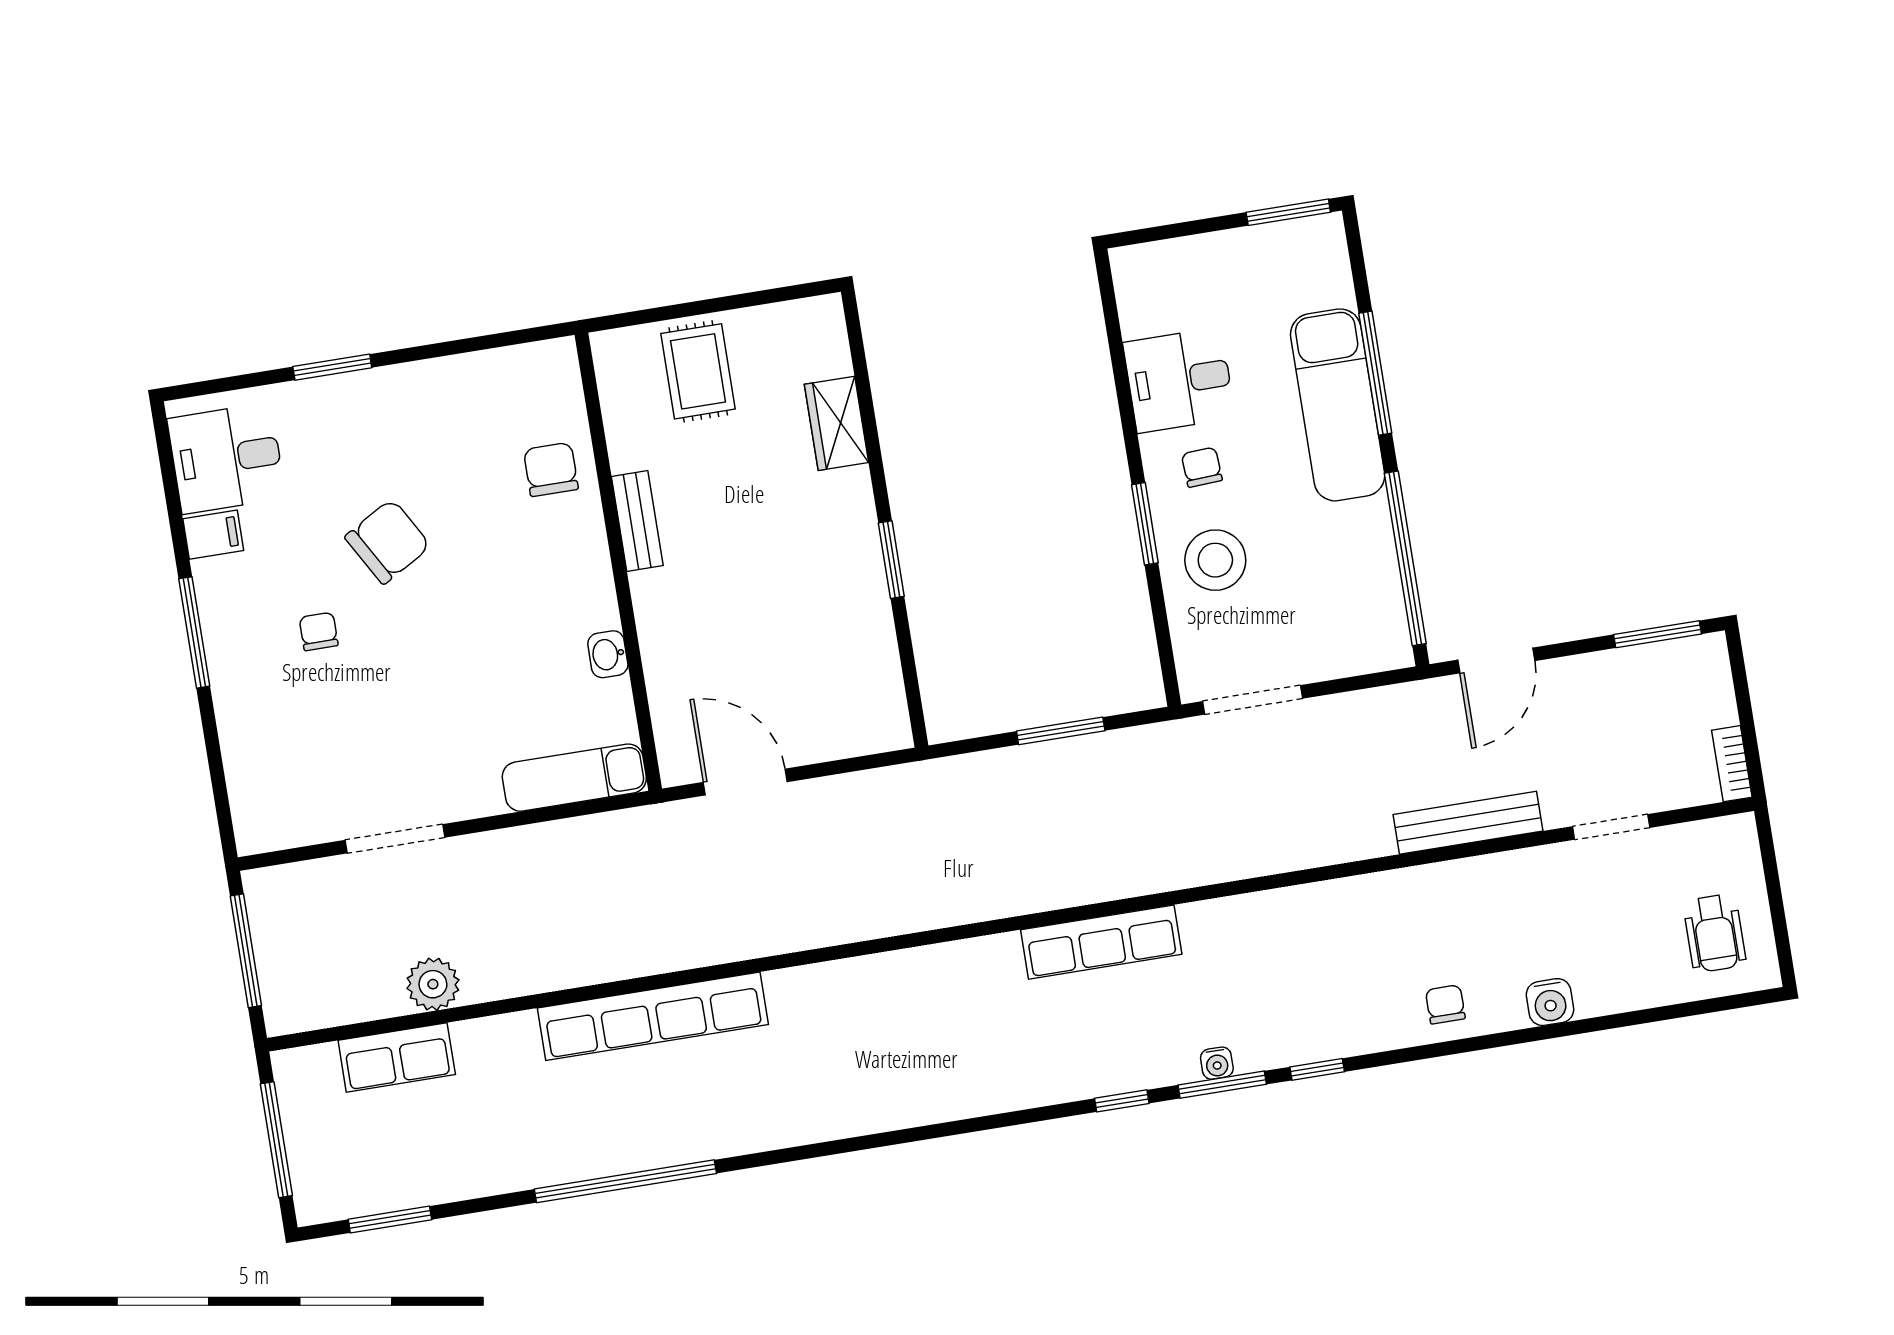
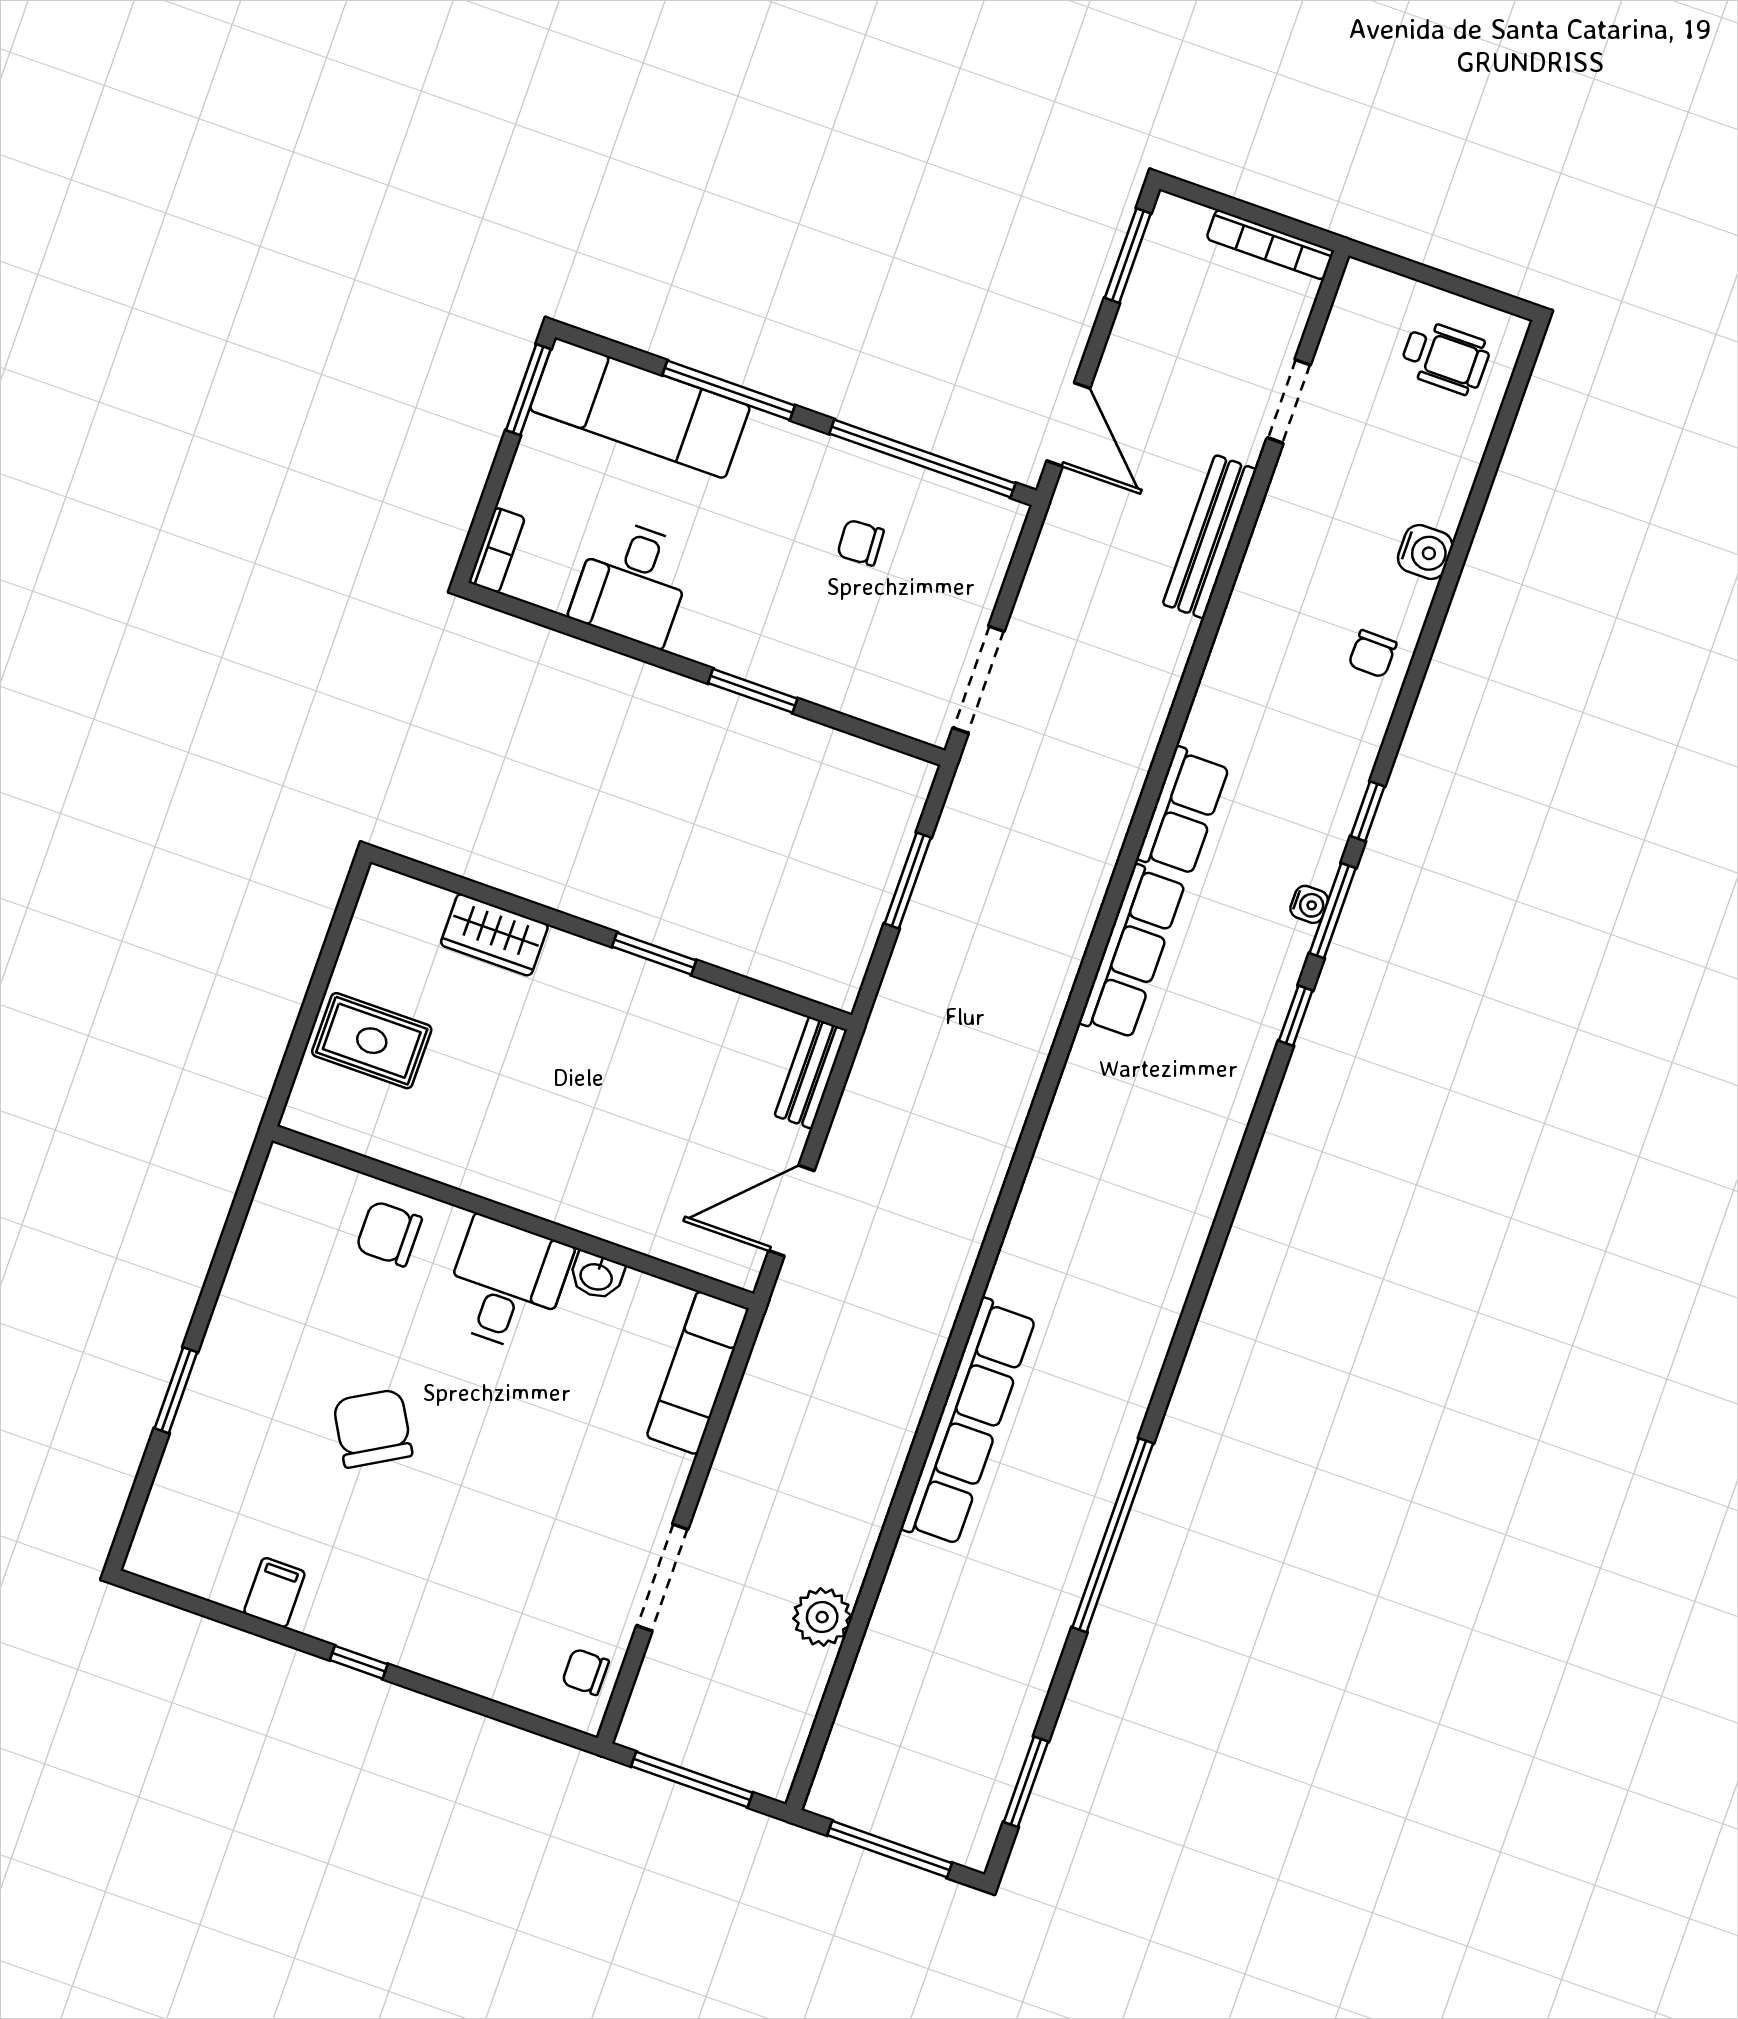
bookcase: (1146, 257) -> (497, 550), added
exam couch: (1338, 405) -> (640, 408), moved
desk: (226, 458) -> (506, 1284), moved, turned 180
chair: (1202, 467) -> (860, 543), moved
bench: (637, 521) -> (811, 1073), moved, turned 90
stool: (1215, 560) -> (825, 642), removed
chair: (319, 631) -> (585, 1672), moved
window: (194, 632) -> (359, 1662), width x0.46
bookcase: (1732, 764) -> (1270, 245), width x1.56
chair: (1445, 1004) -> (1373, 654), turned -89
row of seats: (397, 1057) -> (1183, 812), moved

